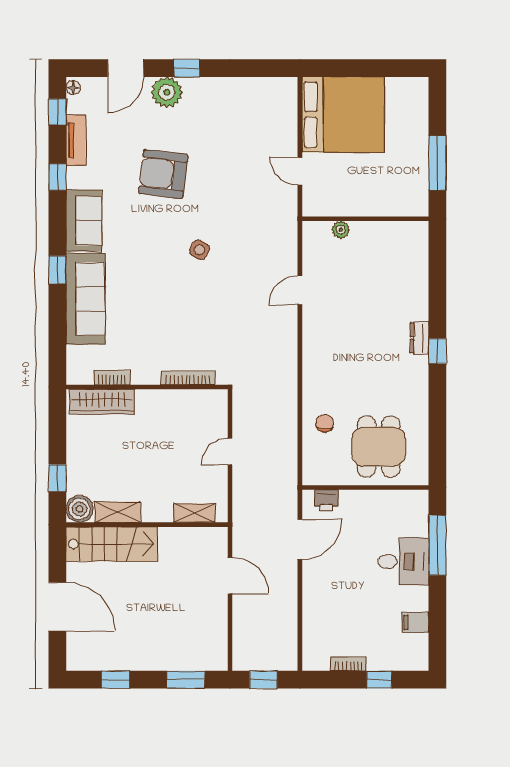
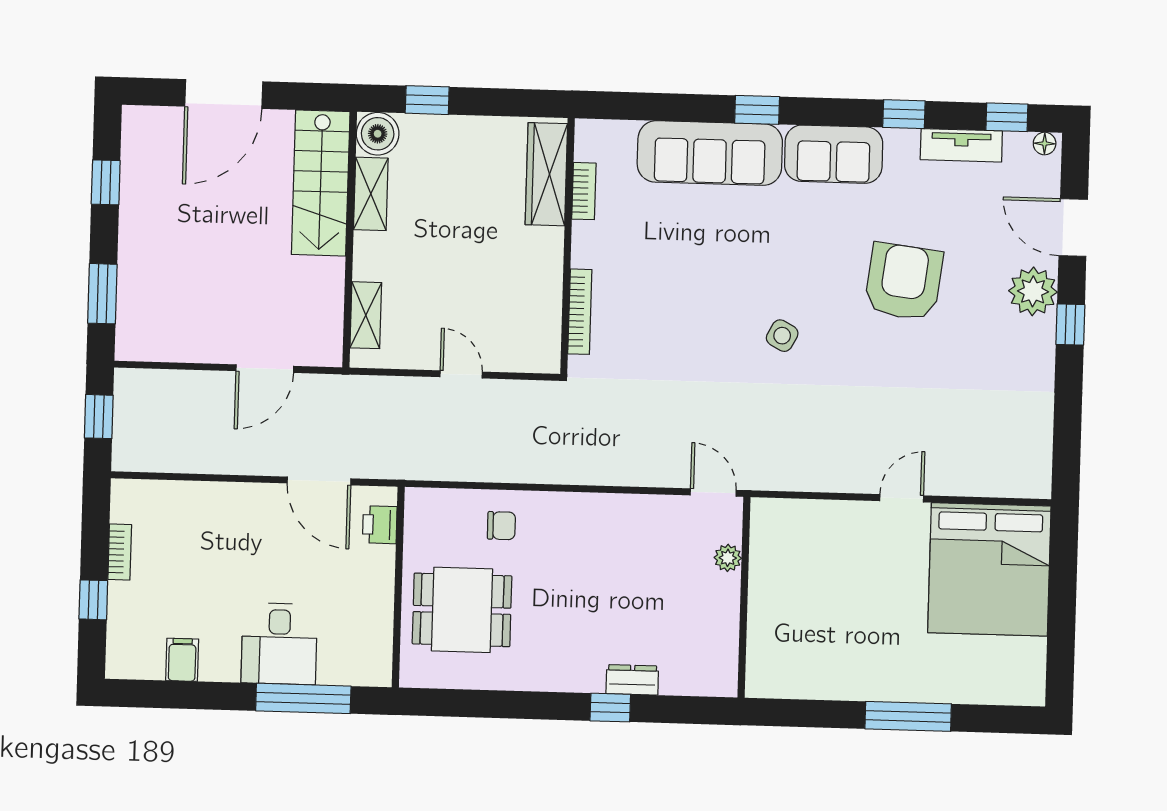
wall: (365, 219) -> (744, 597), moved
plant: (341, 230) -> (728, 558), moved

